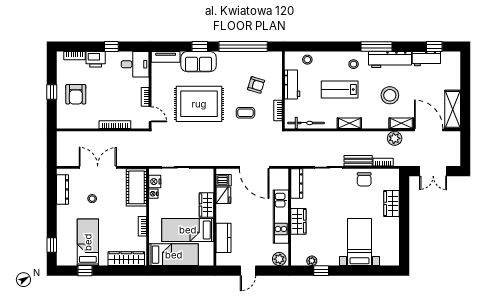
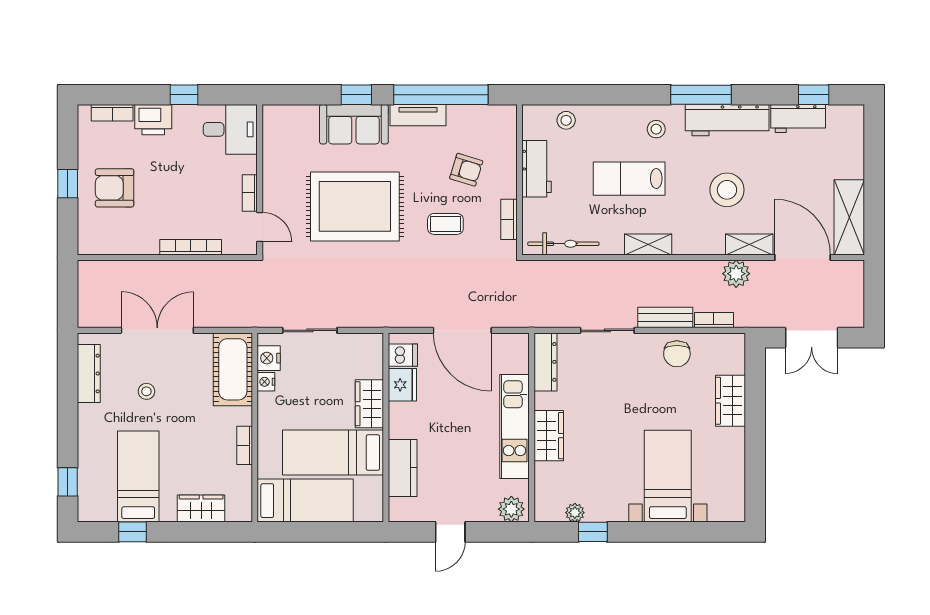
tv unit: (166, 57) -> (418, 115), moved
armchair: (76, 94) -> (115, 188), turned 90
wardrobe: (126, 259) -> (201, 509), width x0.67

